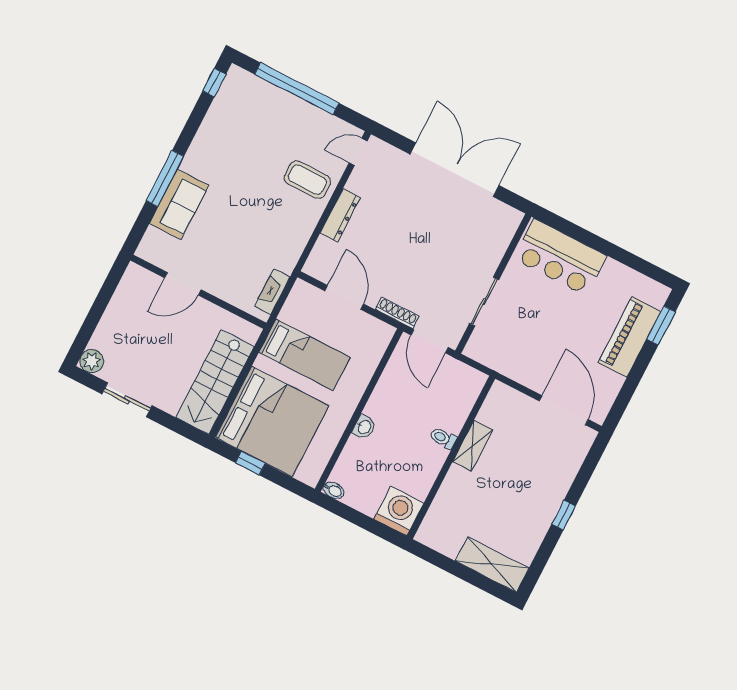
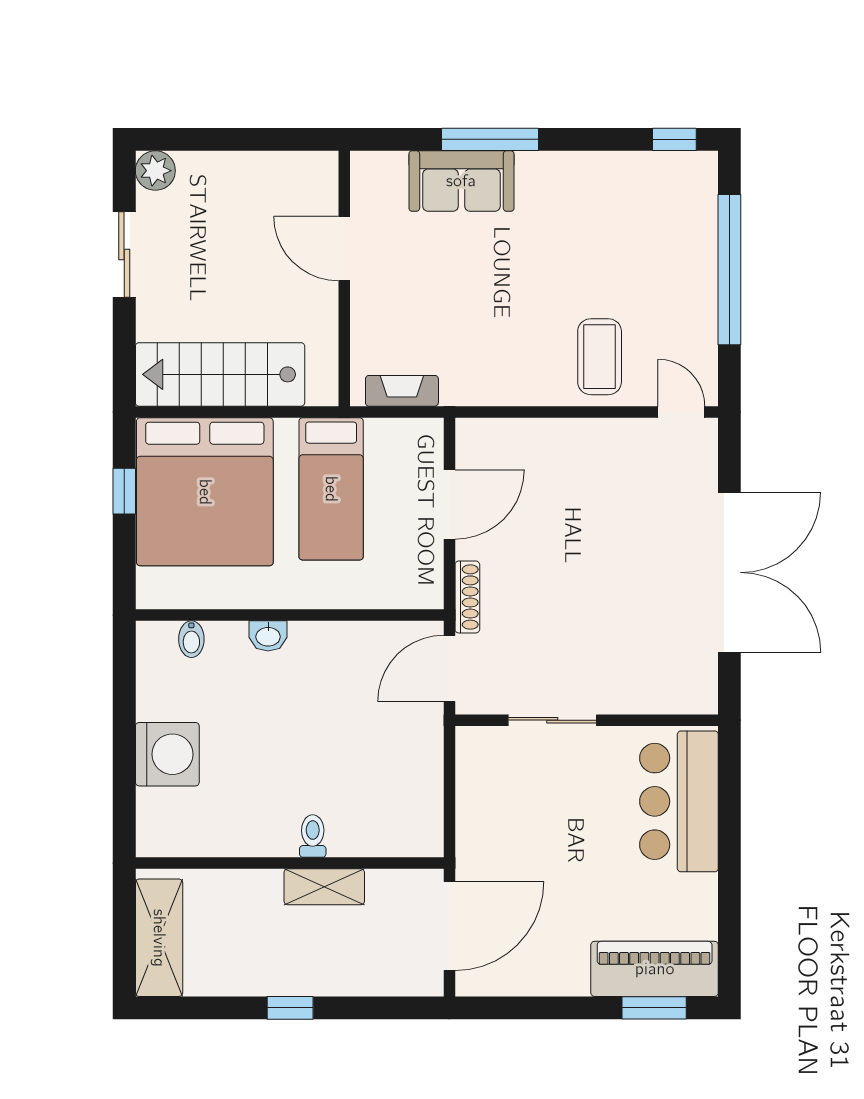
dresser: (340, 215) -> (571, 434), removed
piano: (629, 337) -> (655, 969), moved
toilet: (443, 438) -> (313, 836), moved
shelving: (473, 446) -> (324, 887), moved
wall: (451, 457) -> (290, 863), moved
bidet: (334, 490) -> (191, 639), moved

